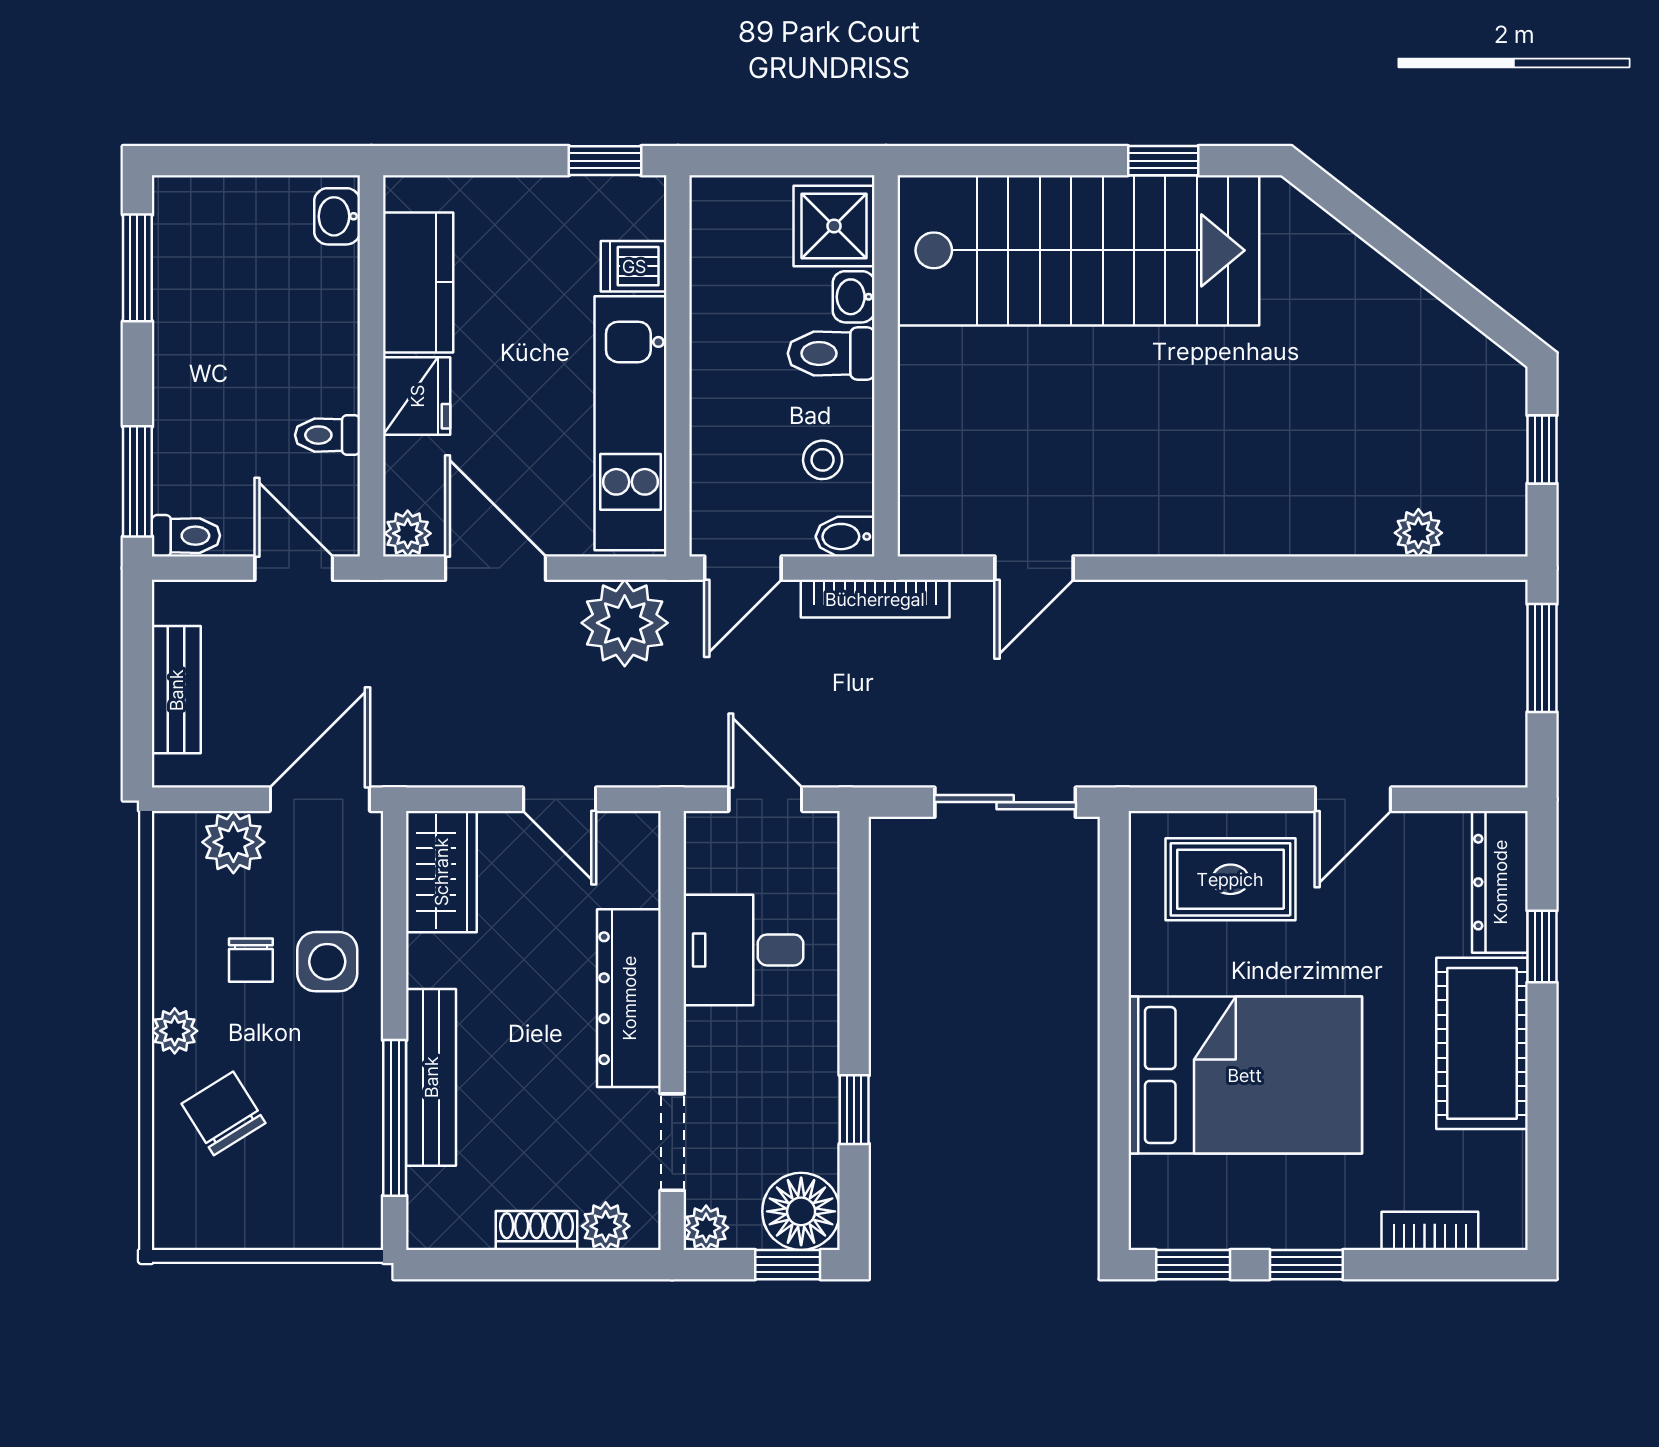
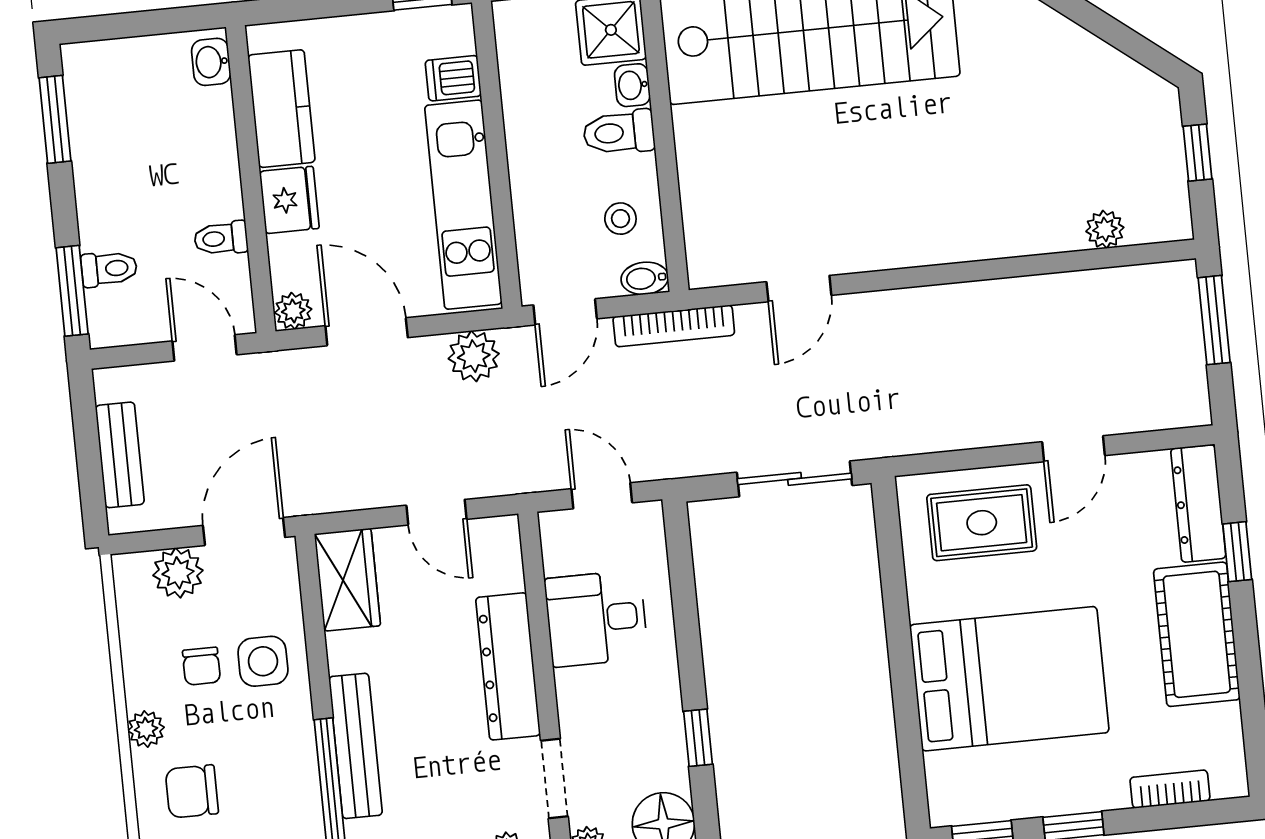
toilet: (186, 536) -> (109, 269), moved
plant: (625, 623) -> (474, 356), width x0.73, depth x0.73
chair: (224, 1113) -> (192, 791), turned -58

